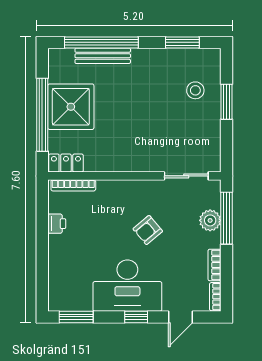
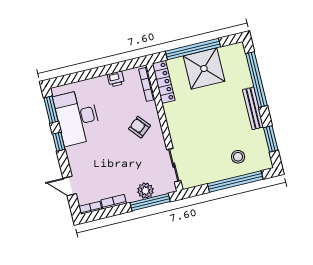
bench: (103, 56) -> (253, 108), moved
window: (227, 102) -> (235, 182), width x2.11
locker: (66, 163) -> (164, 82), width x1.53
armchair: (148, 230) -> (139, 127), moved
desk: (127, 286) -> (77, 117), moved
window: (136, 317) -> (59, 142), moved

